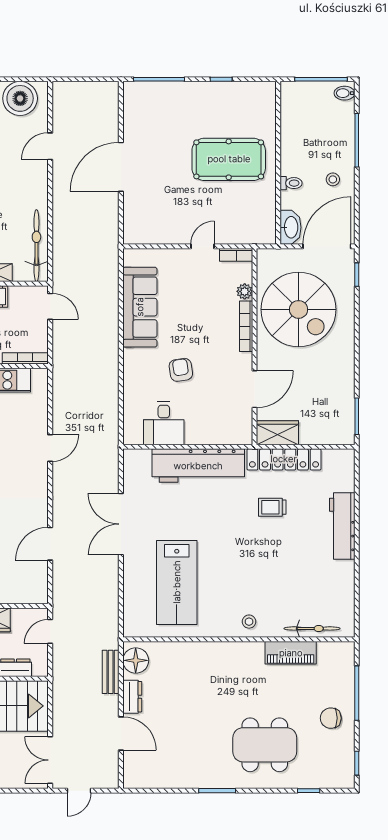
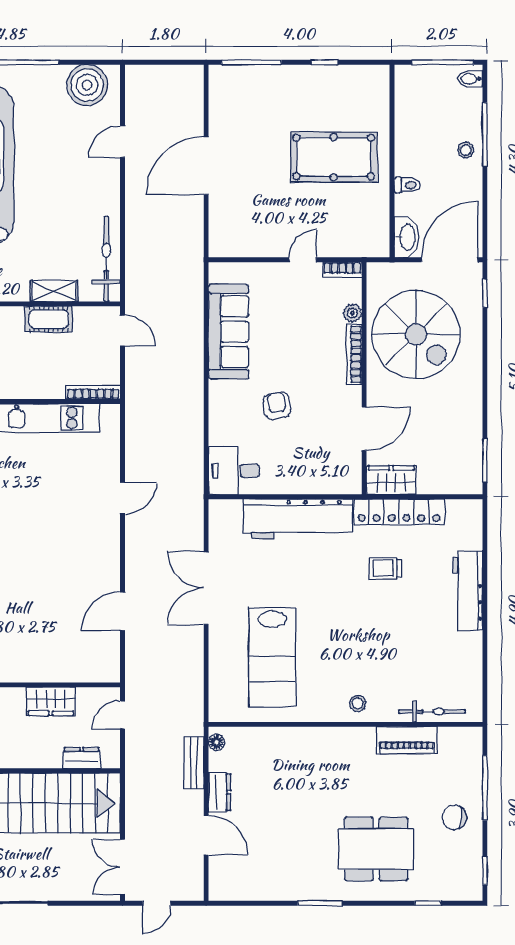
stool: (333, 179) -> (466, 150), moved
desk: (164, 423) -> (234, 471), moved, turned 90
floor lamp: (136, 660) -> (217, 742), width x0.53, depth x0.53

